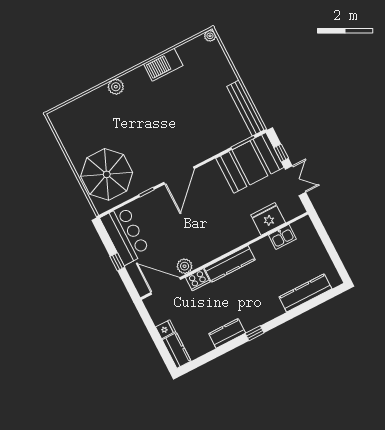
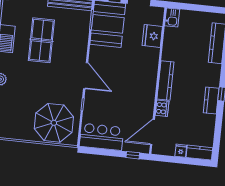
table tennis table: (186, 103) -> (41, 40), added
kitchen sink: (282, 237) -> (172, 17), moved
window: (117, 262) -> (133, 155), moved
plant: (185, 266) -> (148, 111), removed
kitchen counter: (227, 333) -> (211, 101), moved

